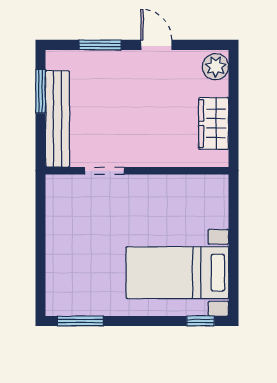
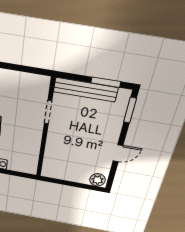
window: (100, 45) -> (130, 110), moved
wardrobe: (214, 123) -> (66, 173), removed

